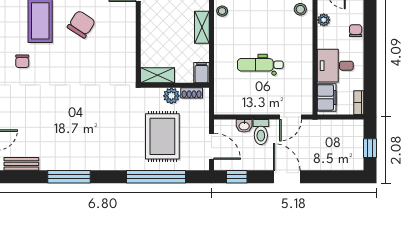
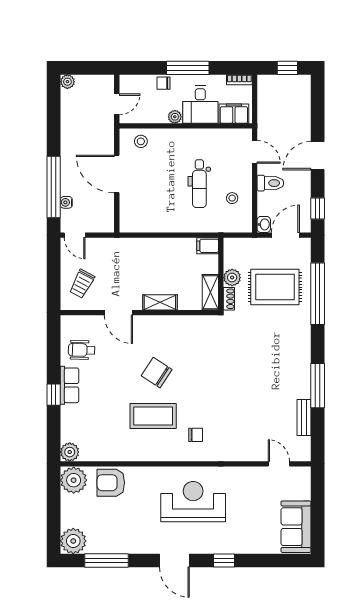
stool: (222, 11) -> (232, 198), moved
plant: (324, 20) -> (175, 117), moved
shelving: (202, 27) -> (160, 302), moved
window: (370, 54) -> (188, 68), added
shoe rack: (192, 93) -> (229, 299), moved
washbasin: (244, 126) -> (264, 224), moved
bench: (21, 164) -> (304, 418), moved

